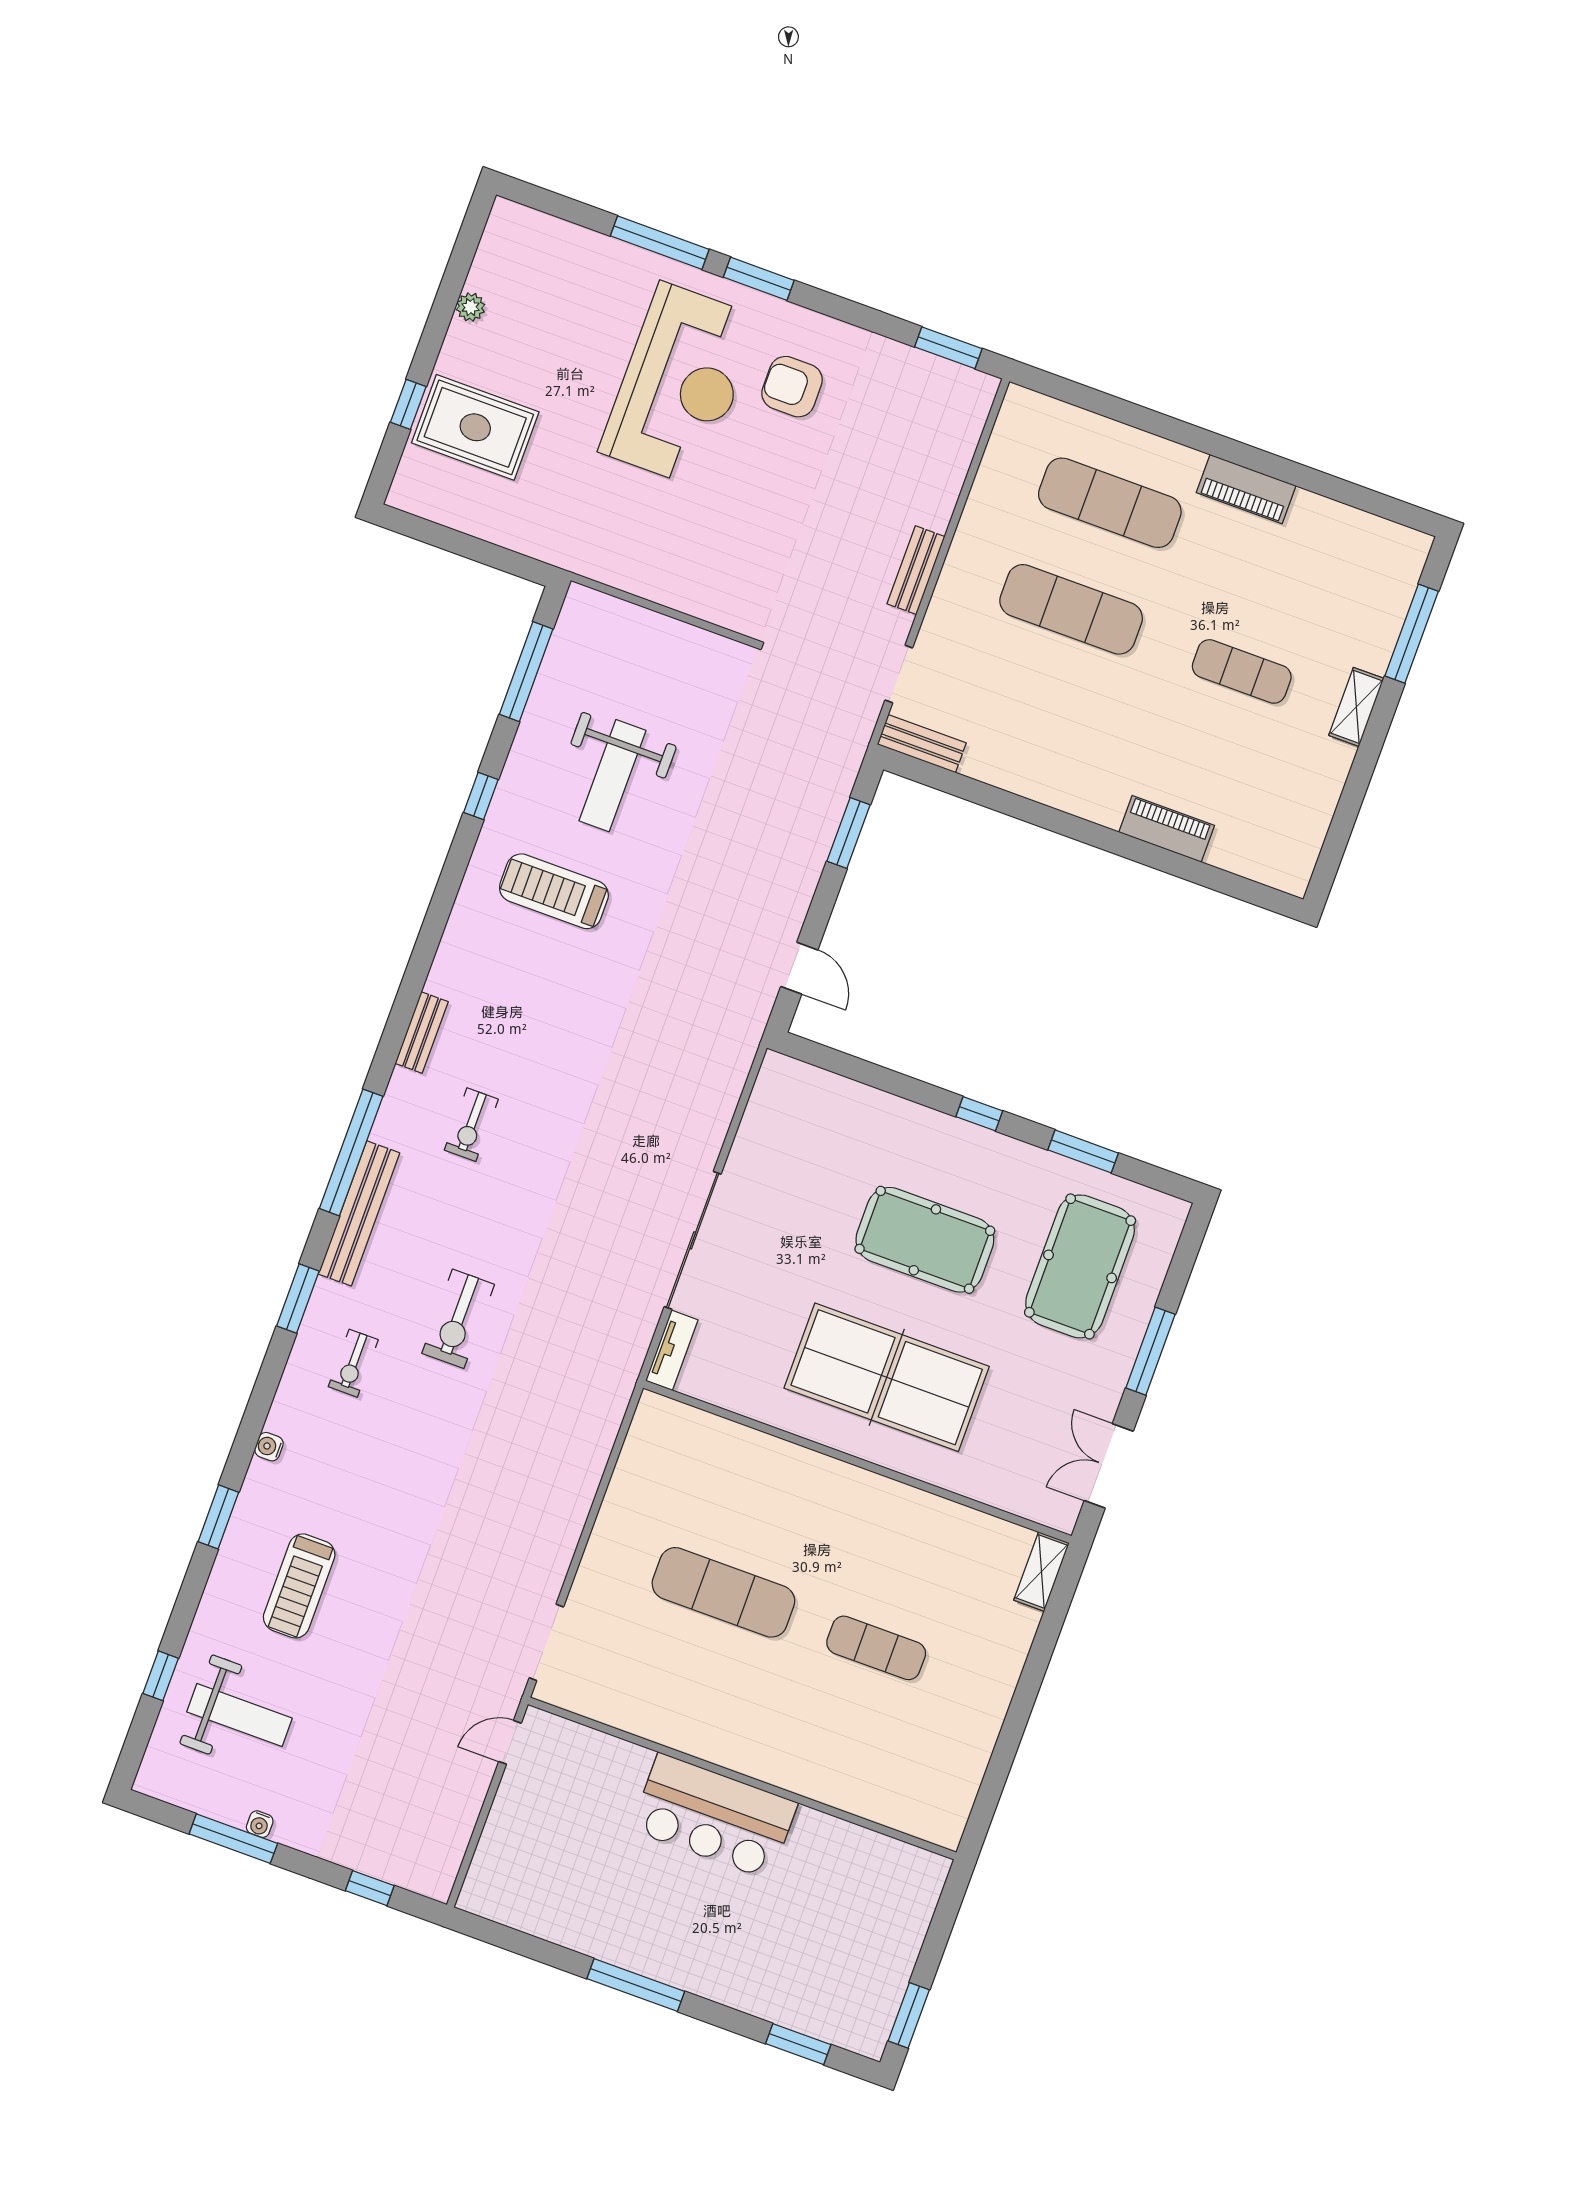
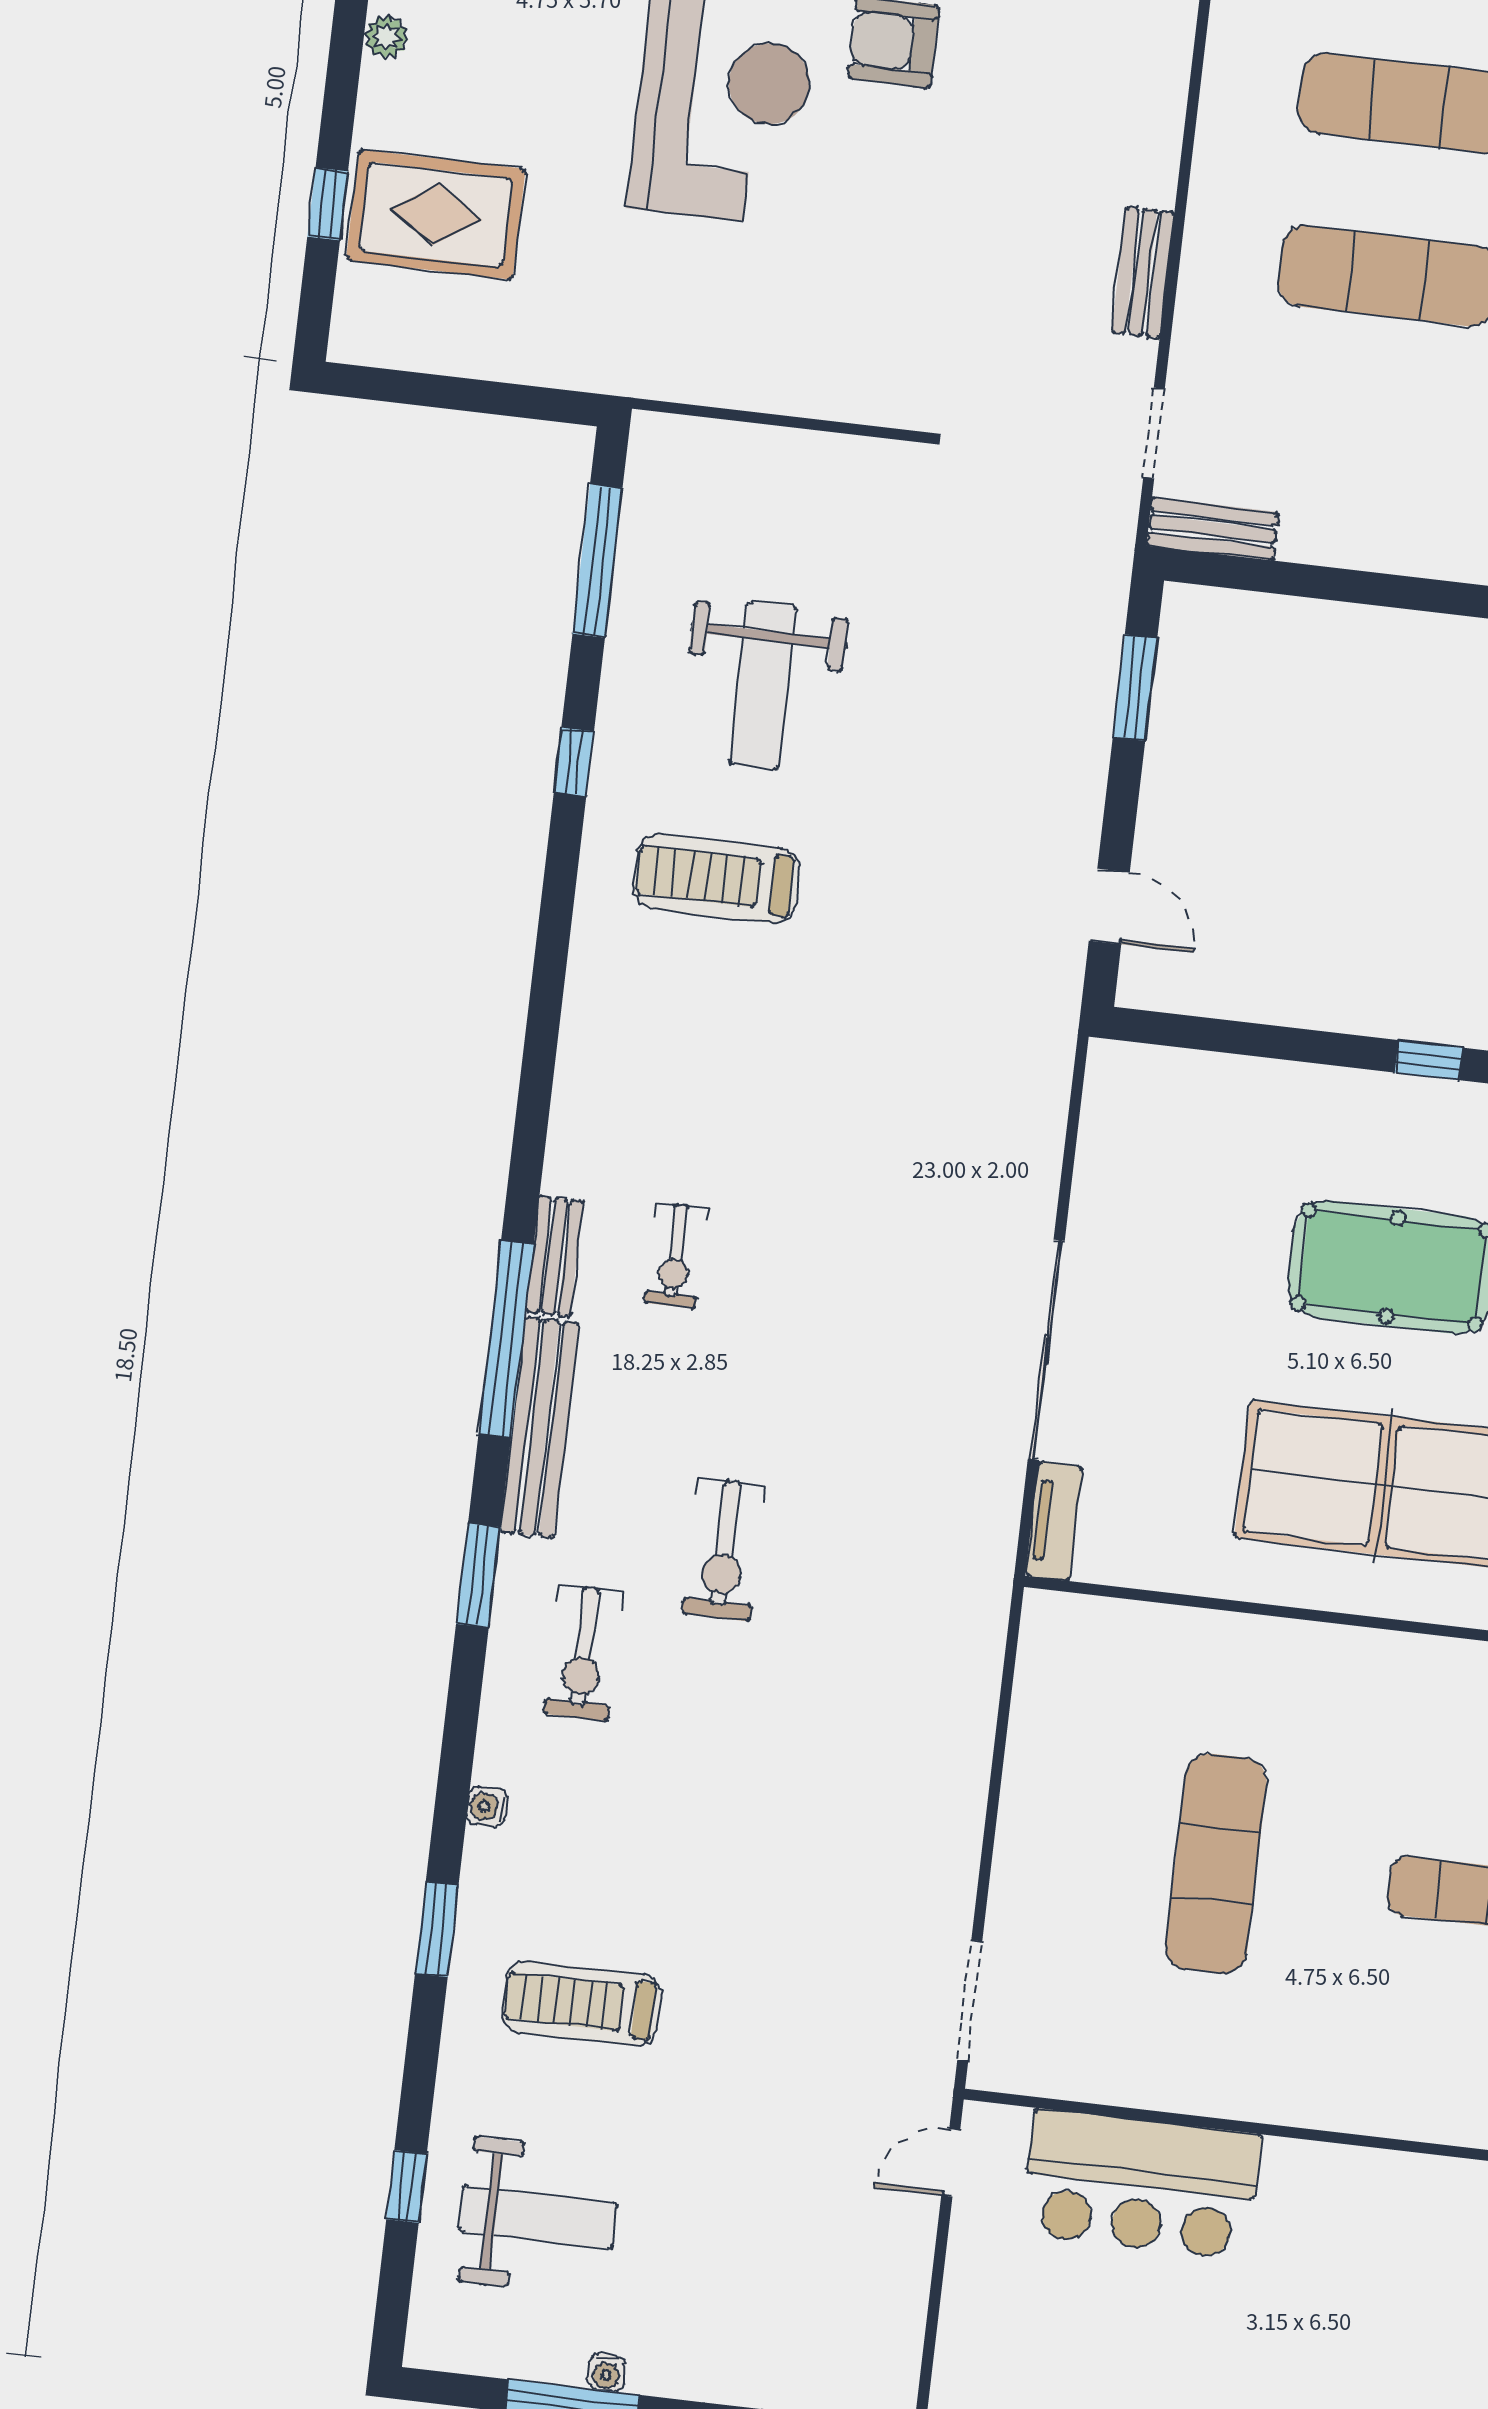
bench: (422, 1032) -> (555, 1256), moved
exercise bike: (353, 1363) -> (584, 1653), width x1.38, depth x1.39
treadmill: (299, 1586) -> (581, 2004), turned 90
exercise mat: (723, 1592) -> (1216, 1864), turned 90
bar counter: (714, 1816) -> (1141, 2184), moved

